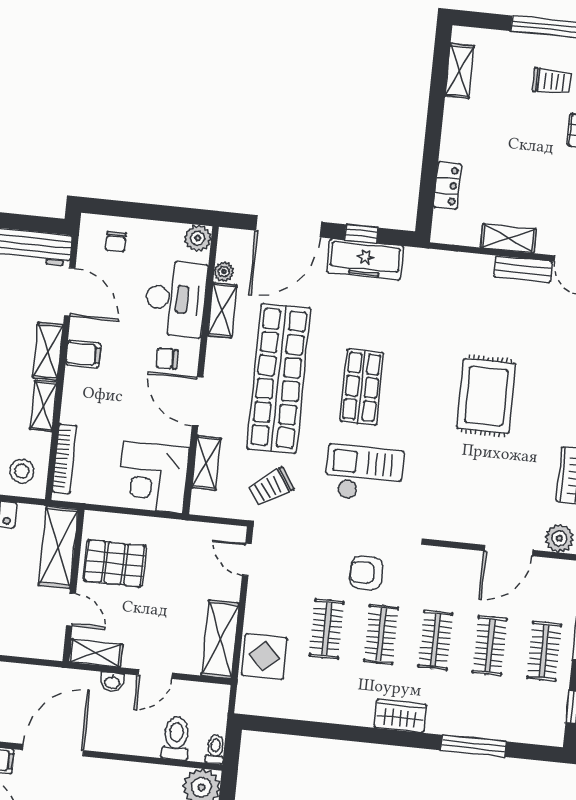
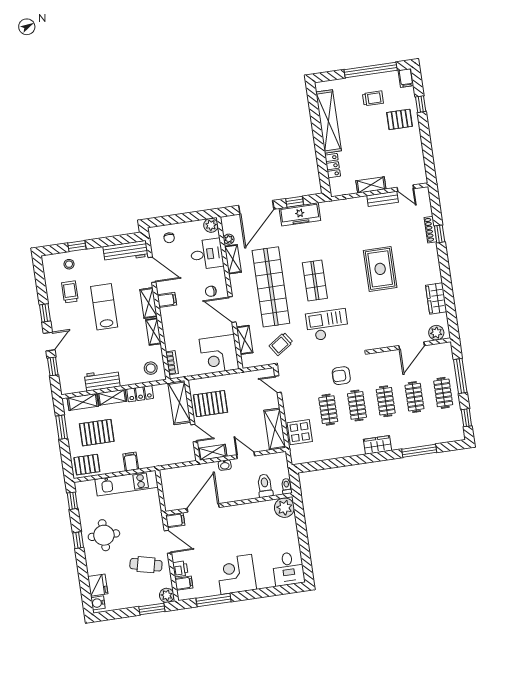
shelving: (460, 71) -> (329, 121), width x2.20, depth x1.33
desk: (176, 299) -> (207, 254), width x0.73
bookcase: (64, 459) -> (172, 363), width x0.64
door: (155, 674) -> (246, 455), swing flipped

